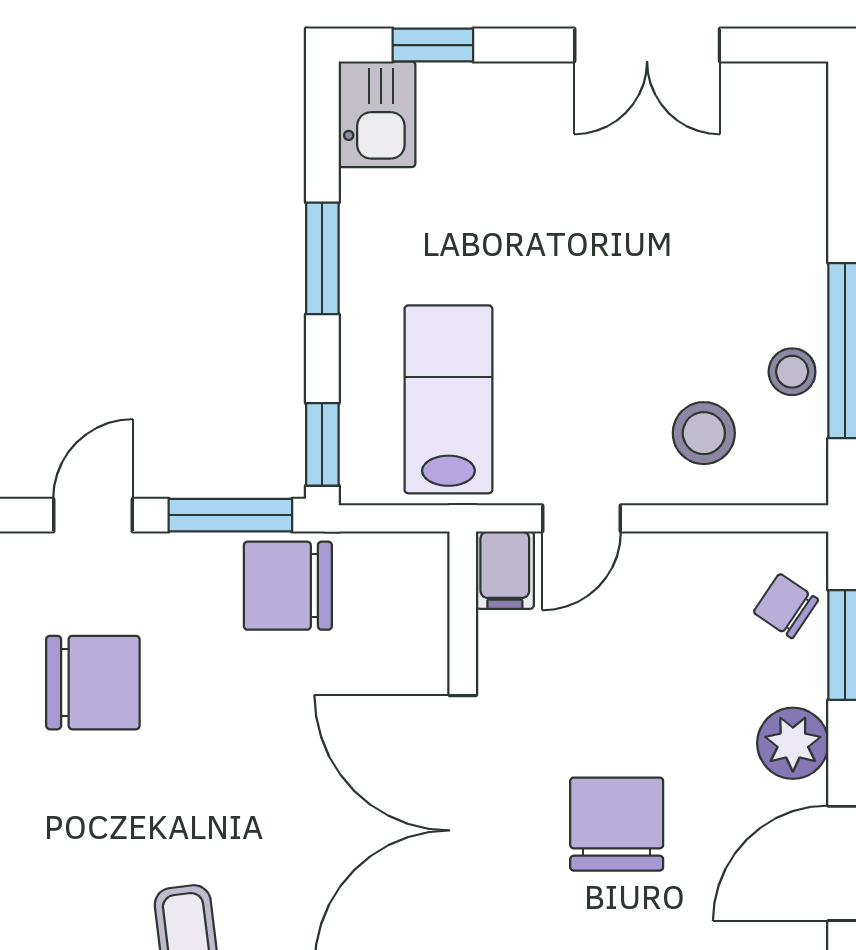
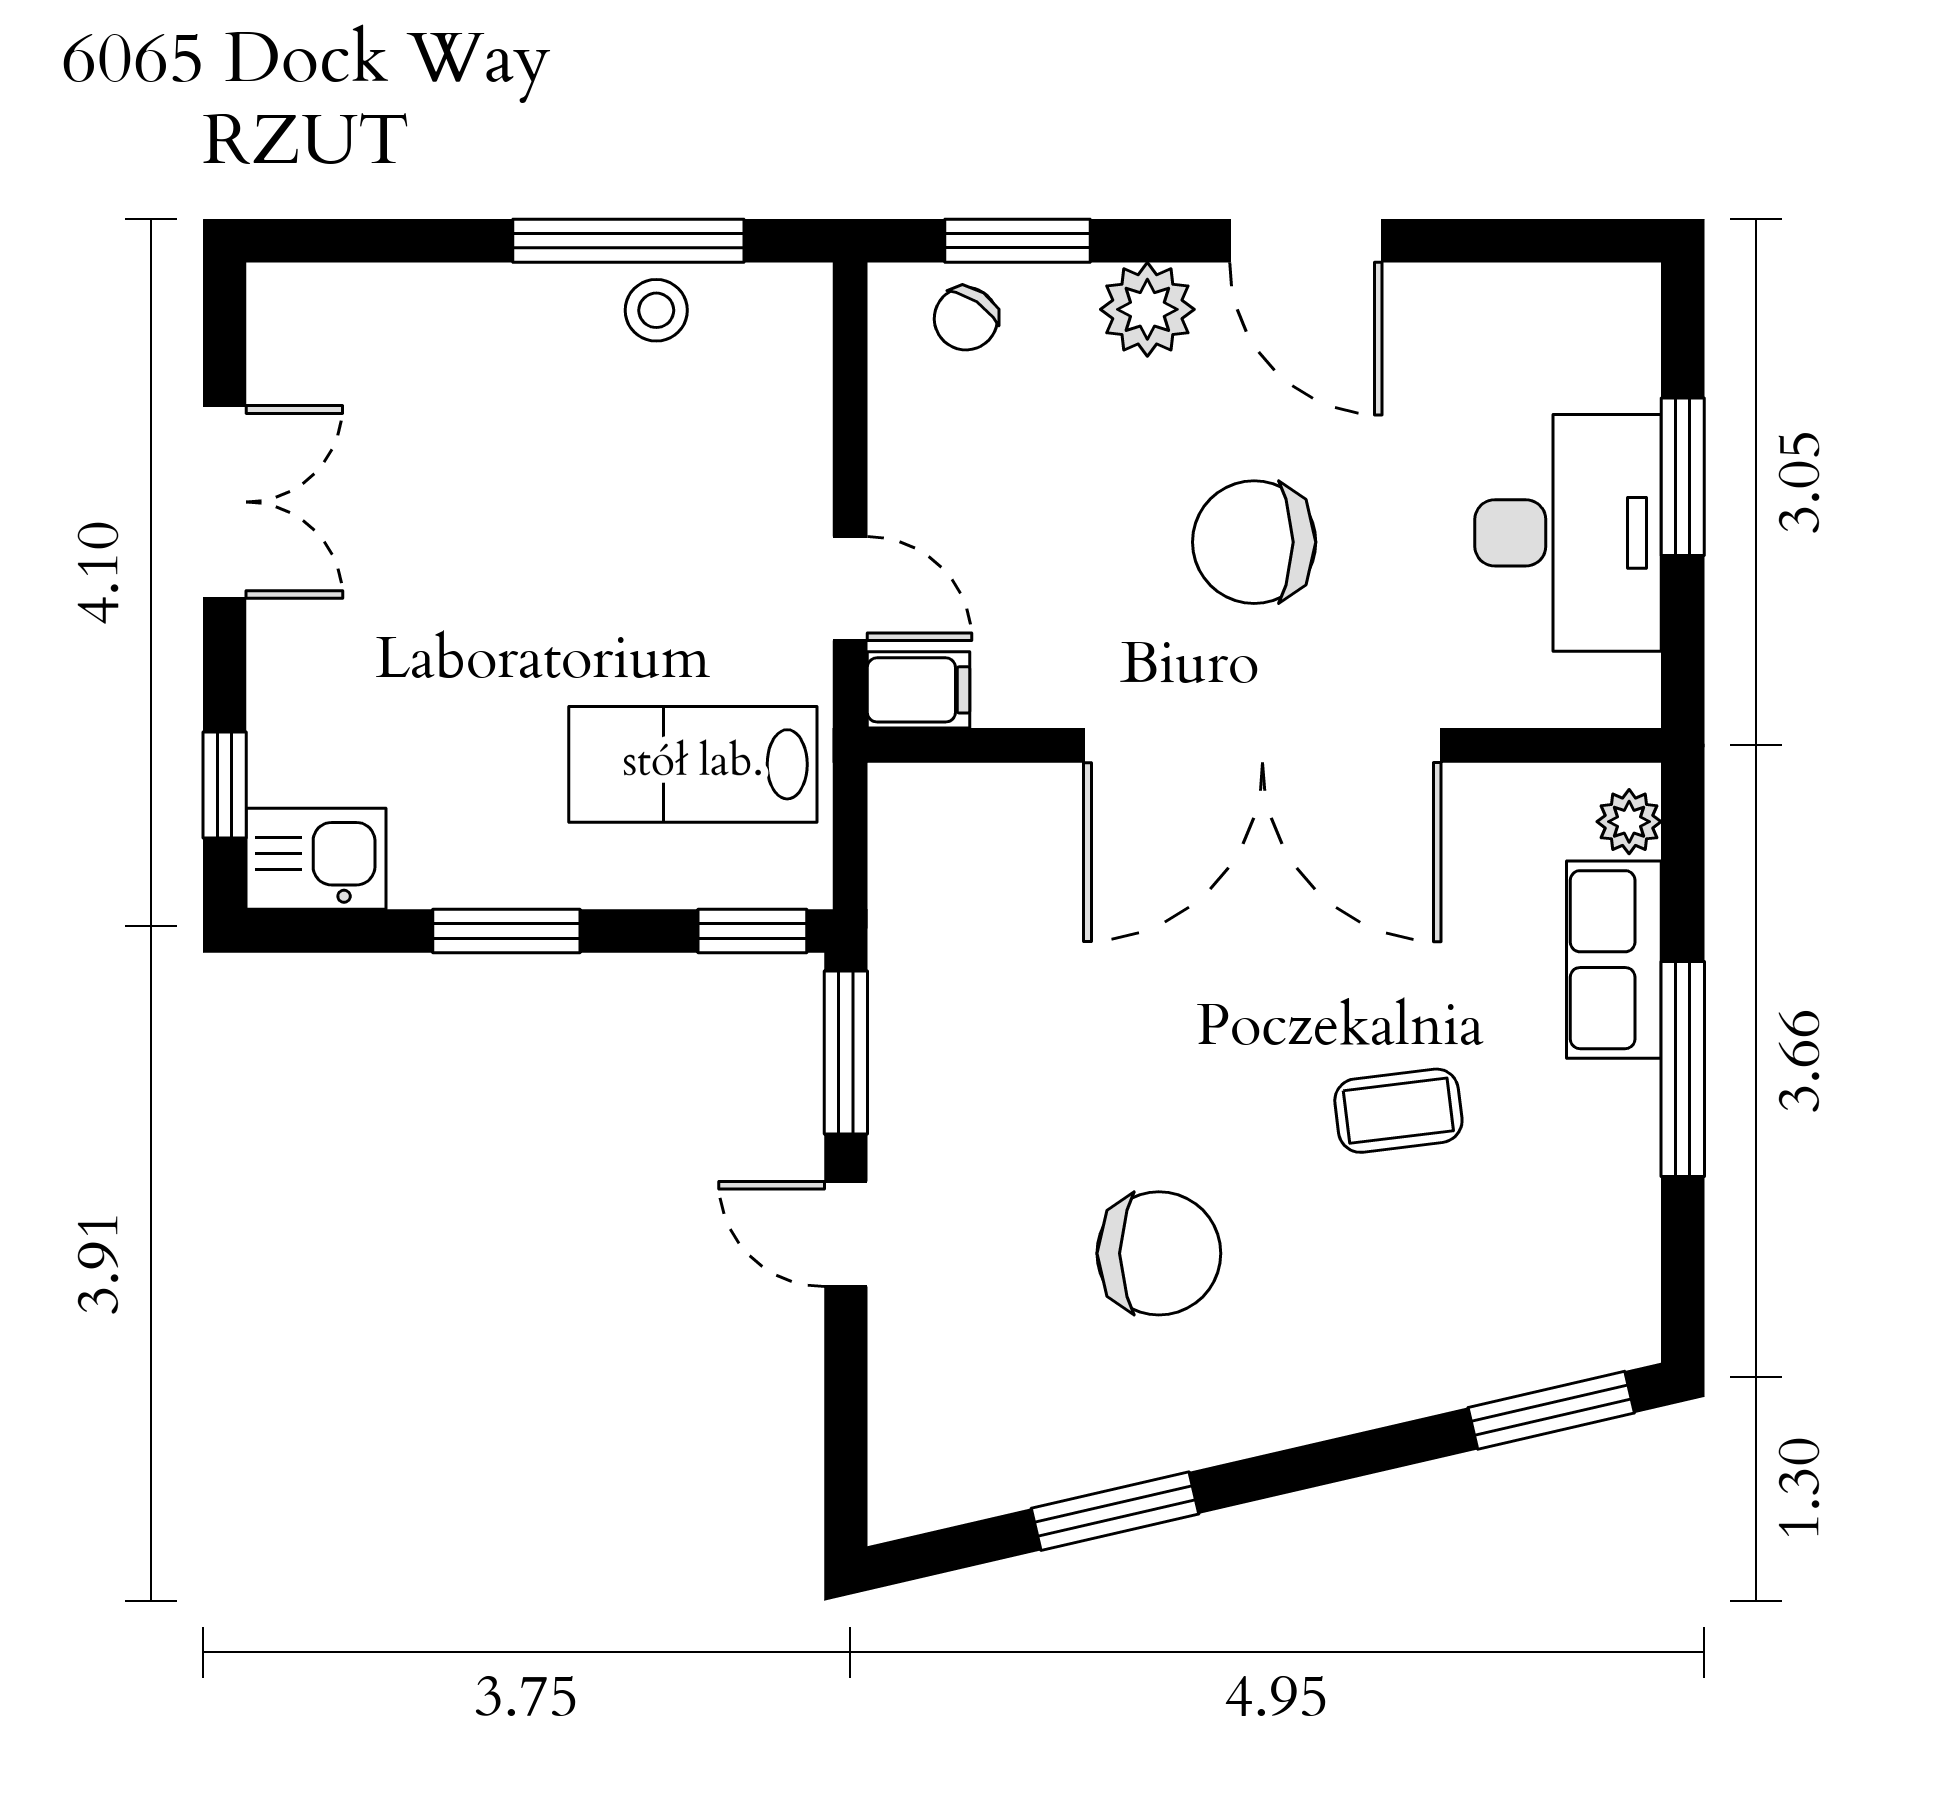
stool: (704, 433) -> (737, 427), removed
chair: (288, 586) -> (939, 977), removed
chair: (93, 683) -> (1159, 1253), moved, turned 90

